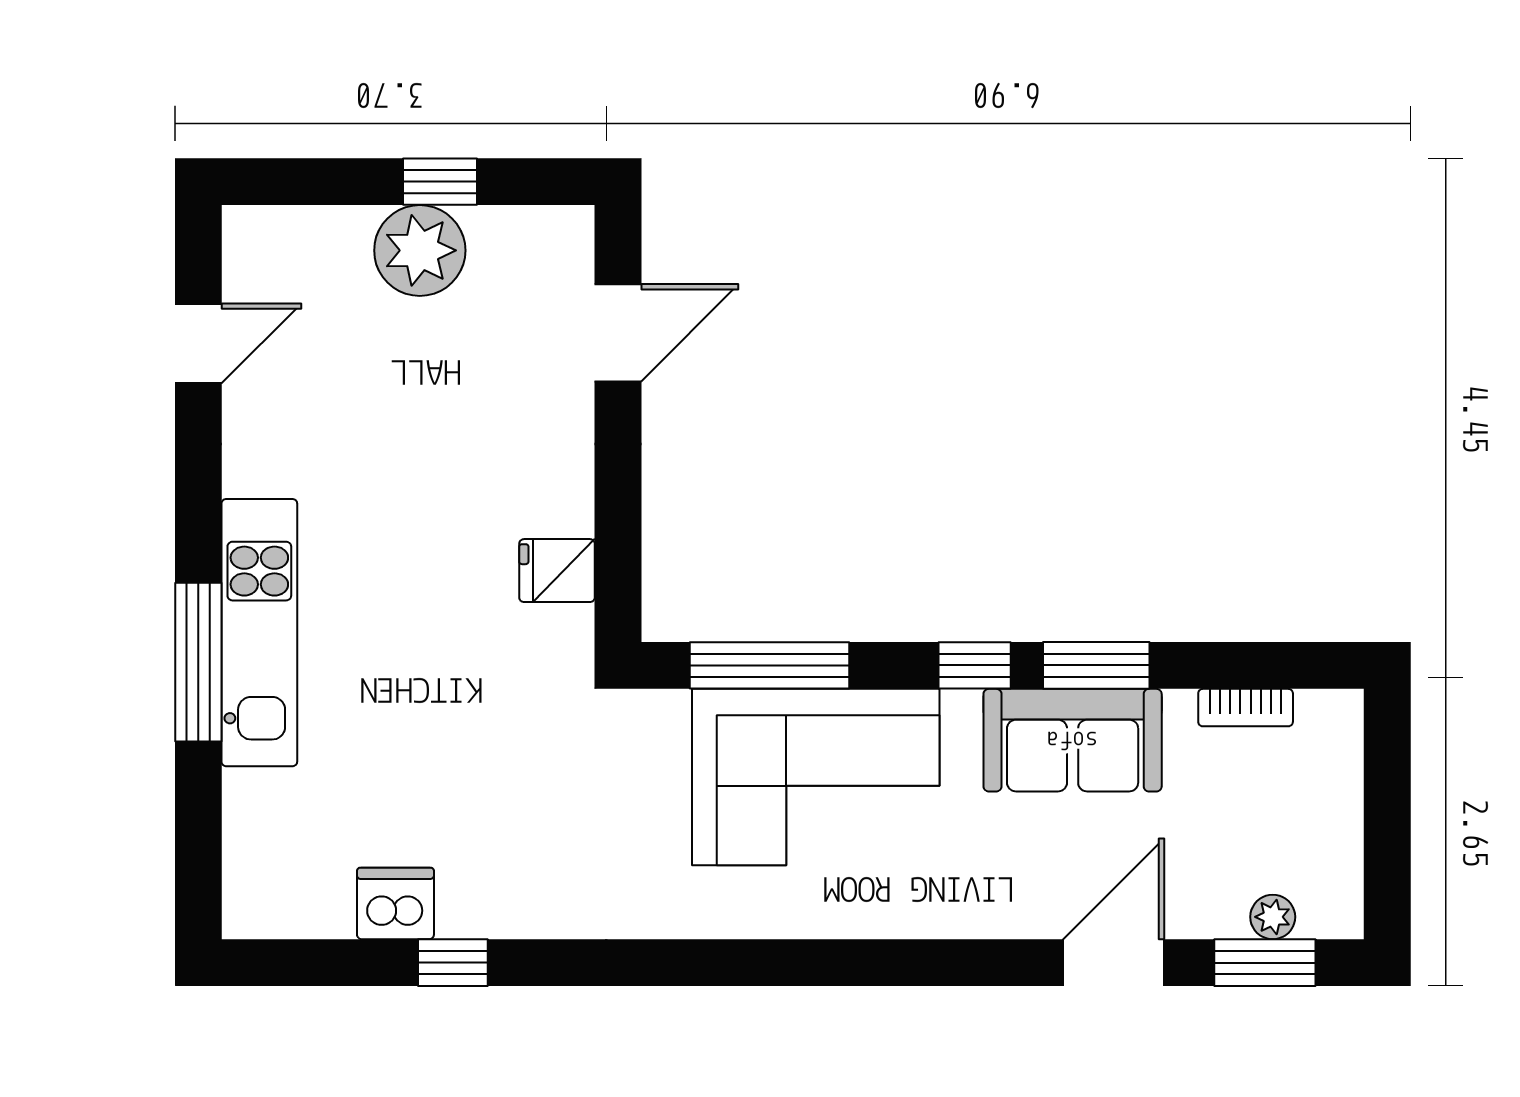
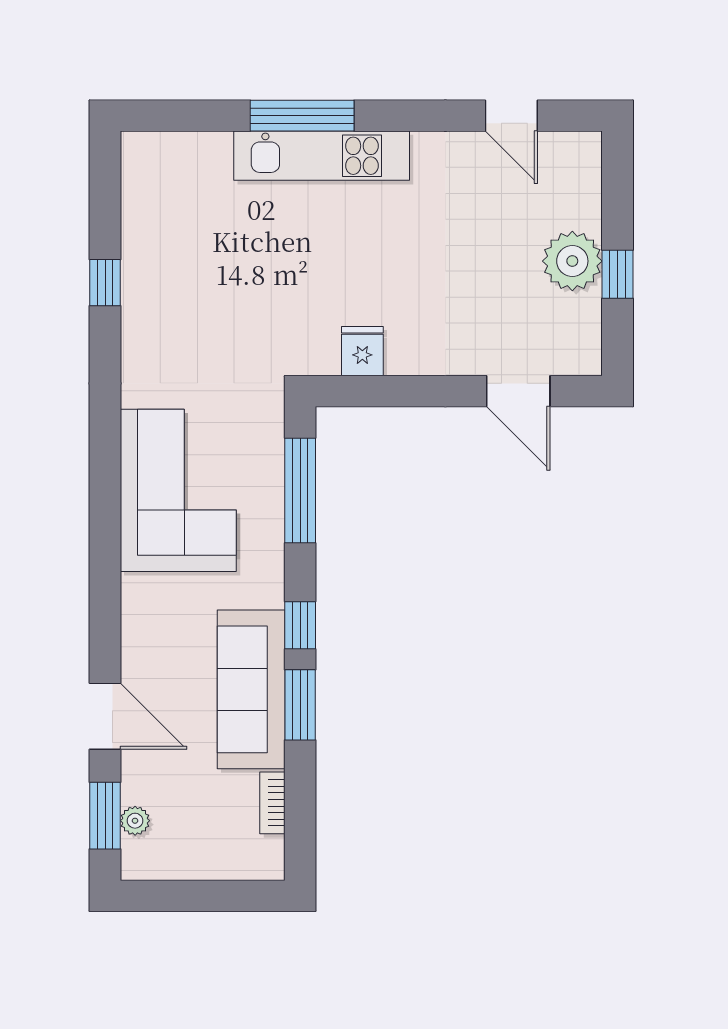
sofa: (1073, 740) -> (251, 689), width x1.36
corner sofa: (816, 777) -> (178, 490), moved, turned 180
dishwasher: (395, 903) -> (144, 245), removed

